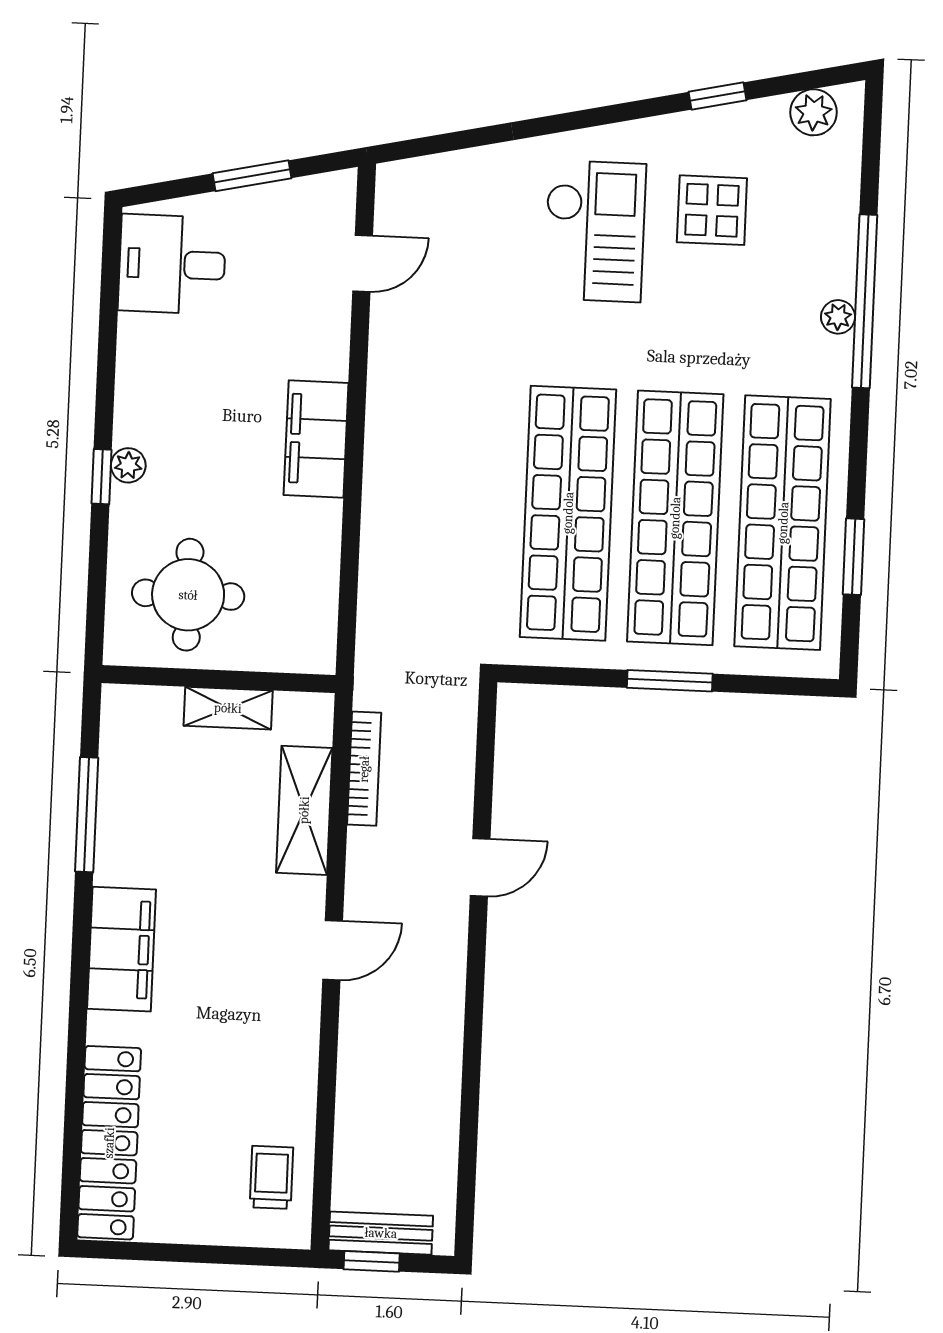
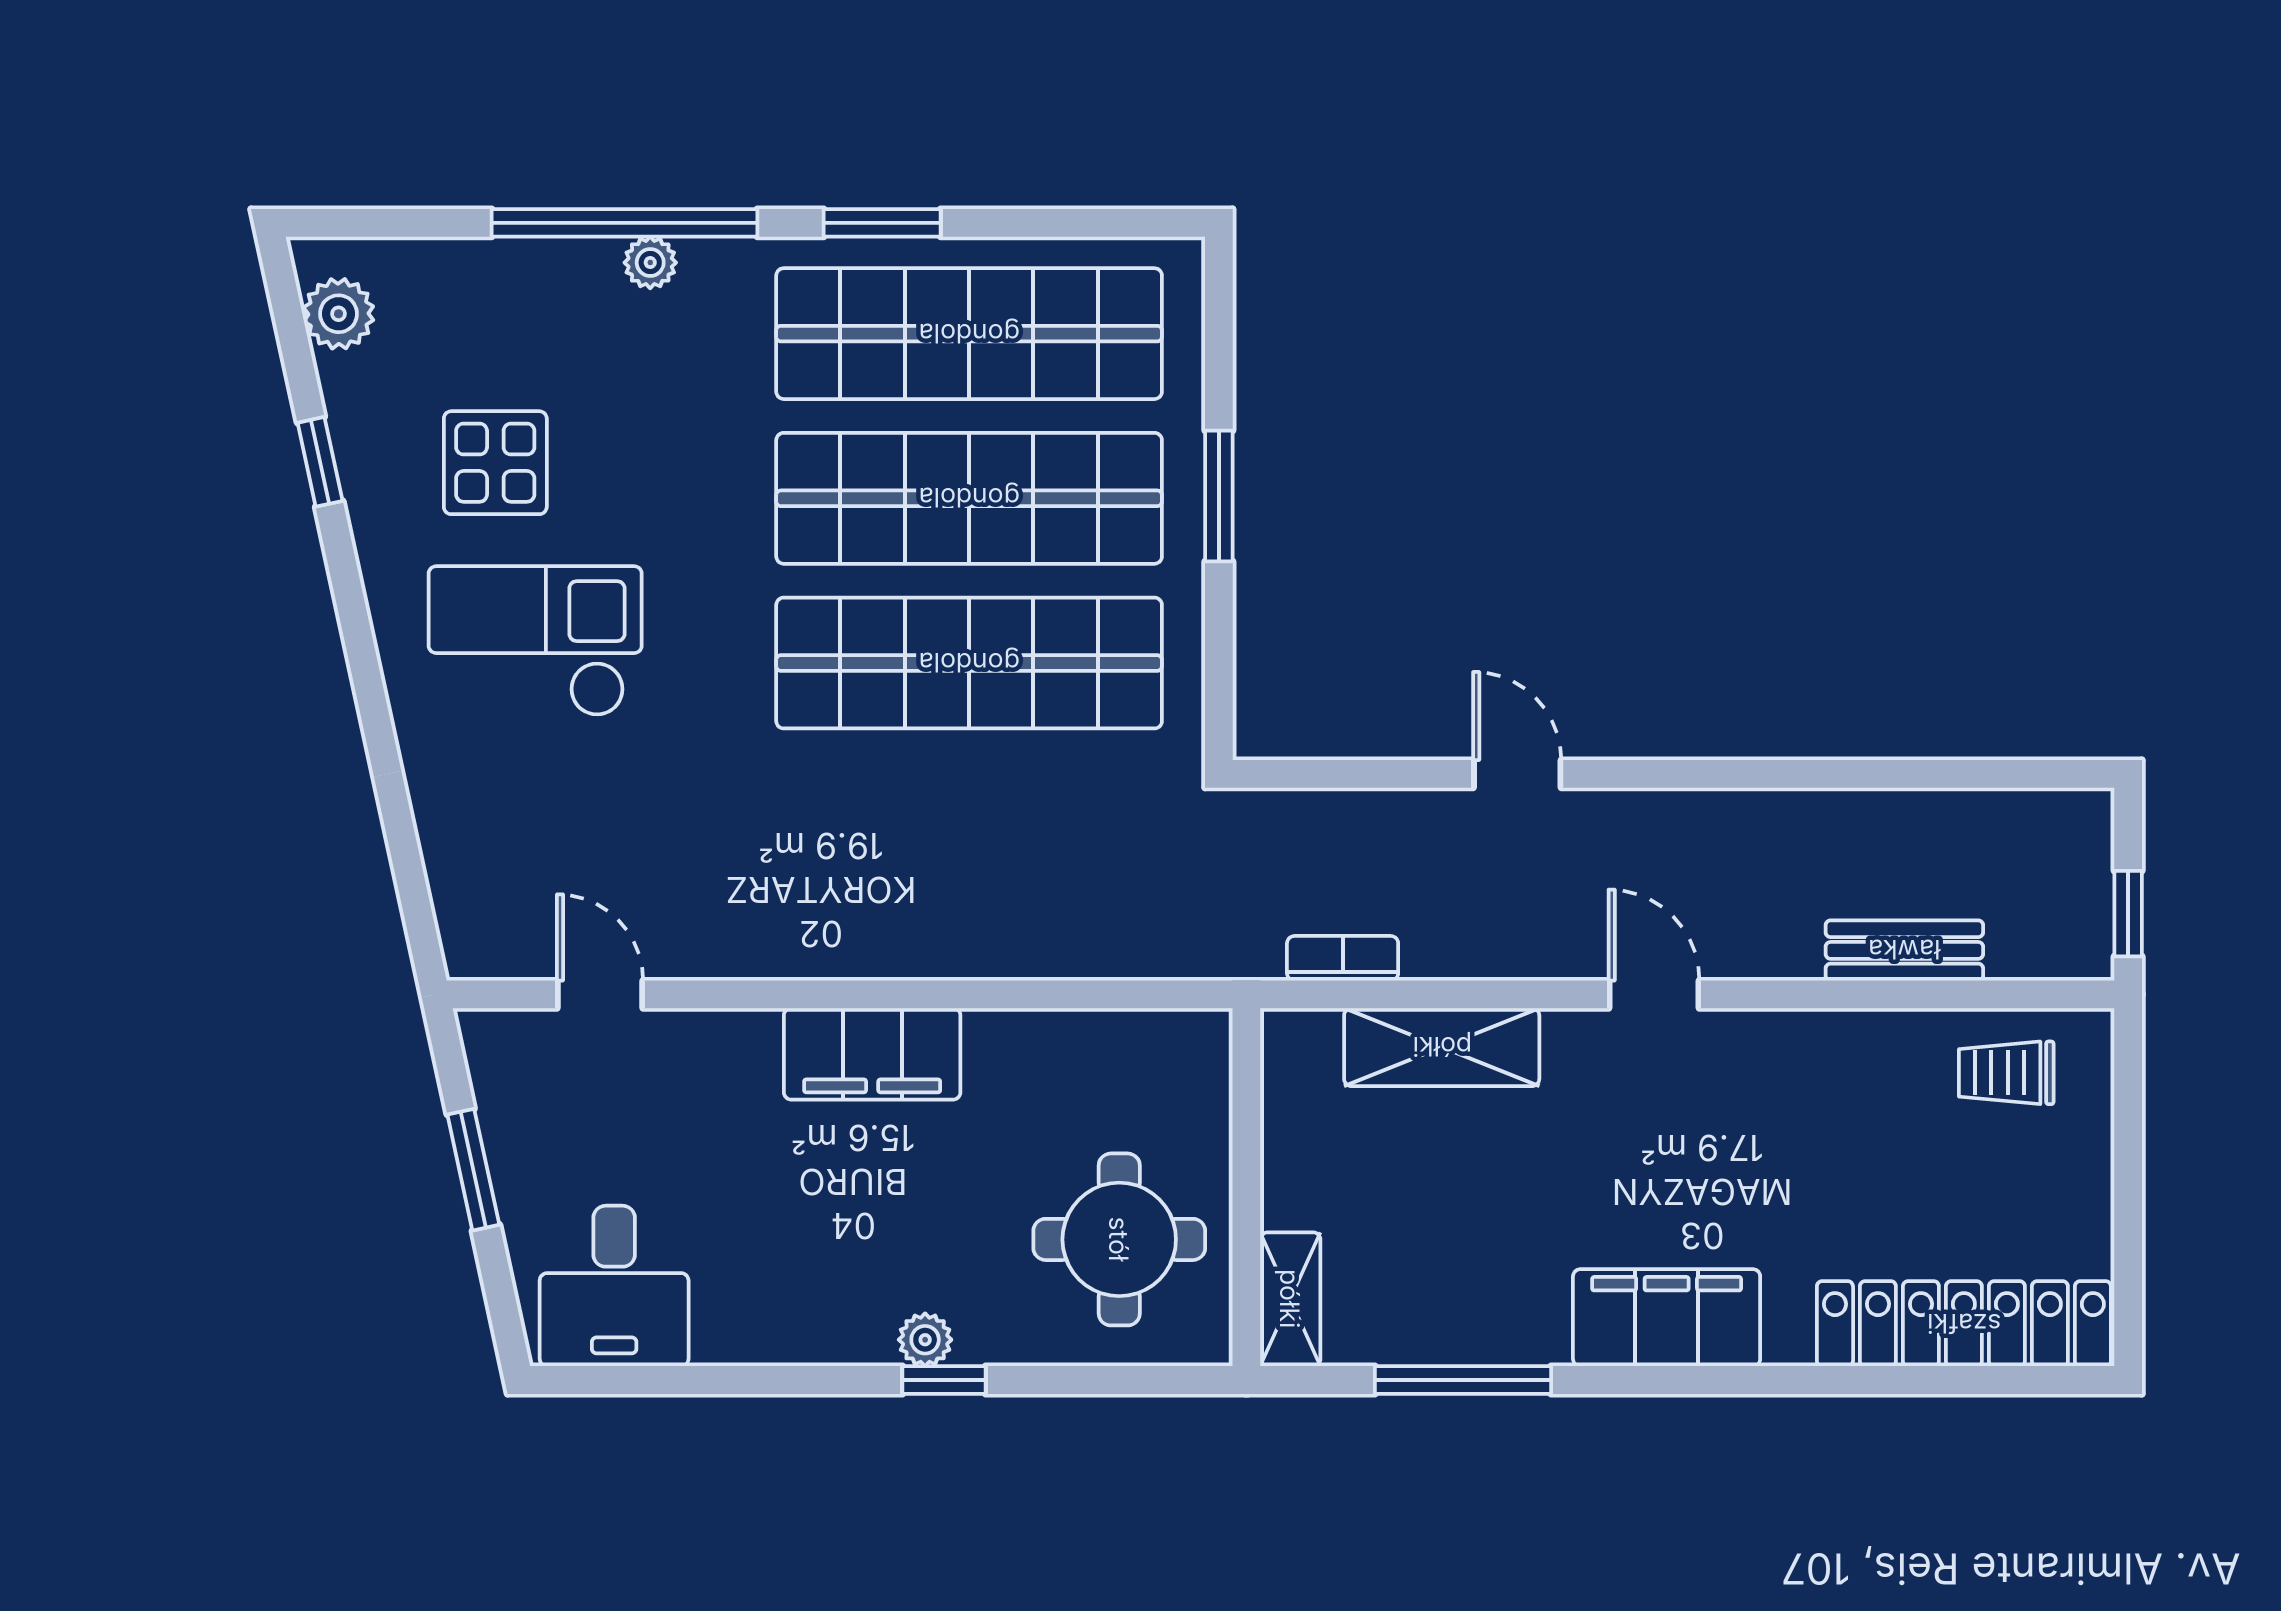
window: (853, 557) -> (882, 223), moved
shelving: (228, 708) -> (1290, 1299), moved
bookcase: (364, 769) -> (1343, 958), width x0.64
bench: (381, 1233) -> (1904, 950), moved, turned 90

